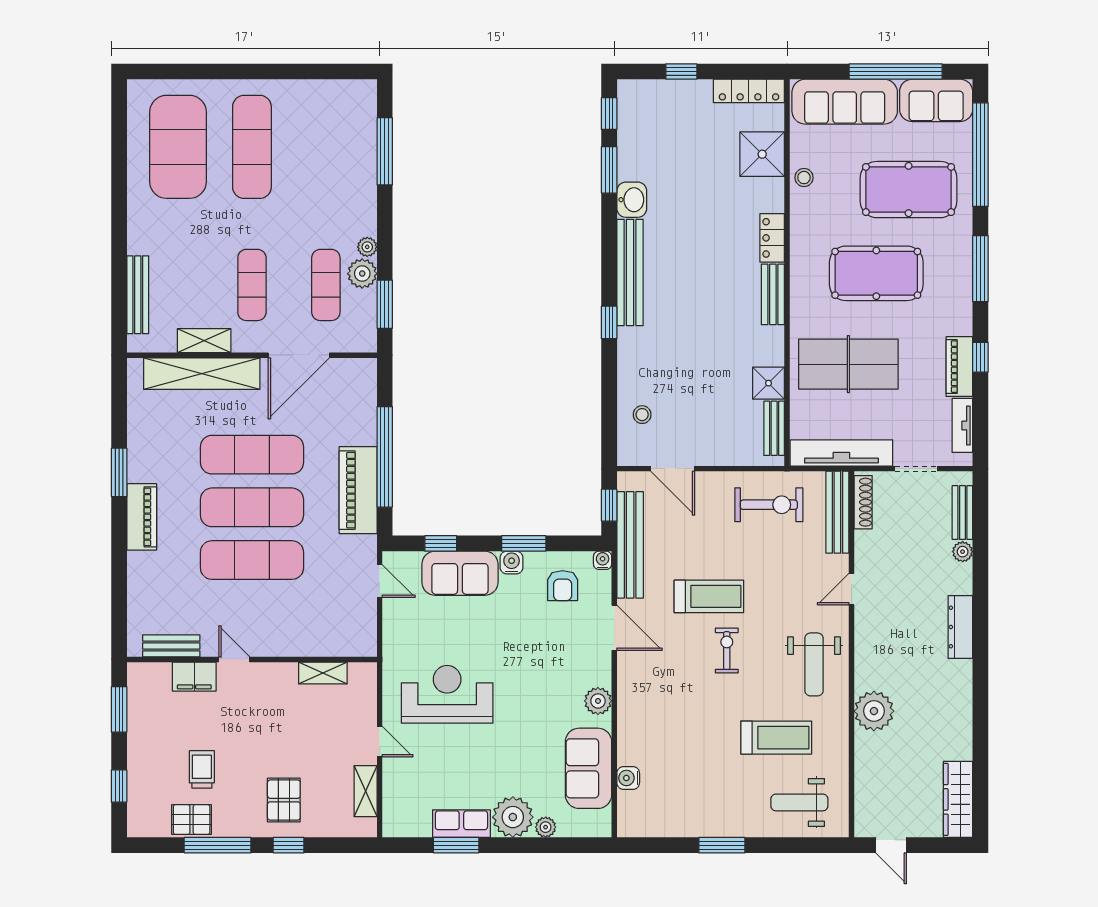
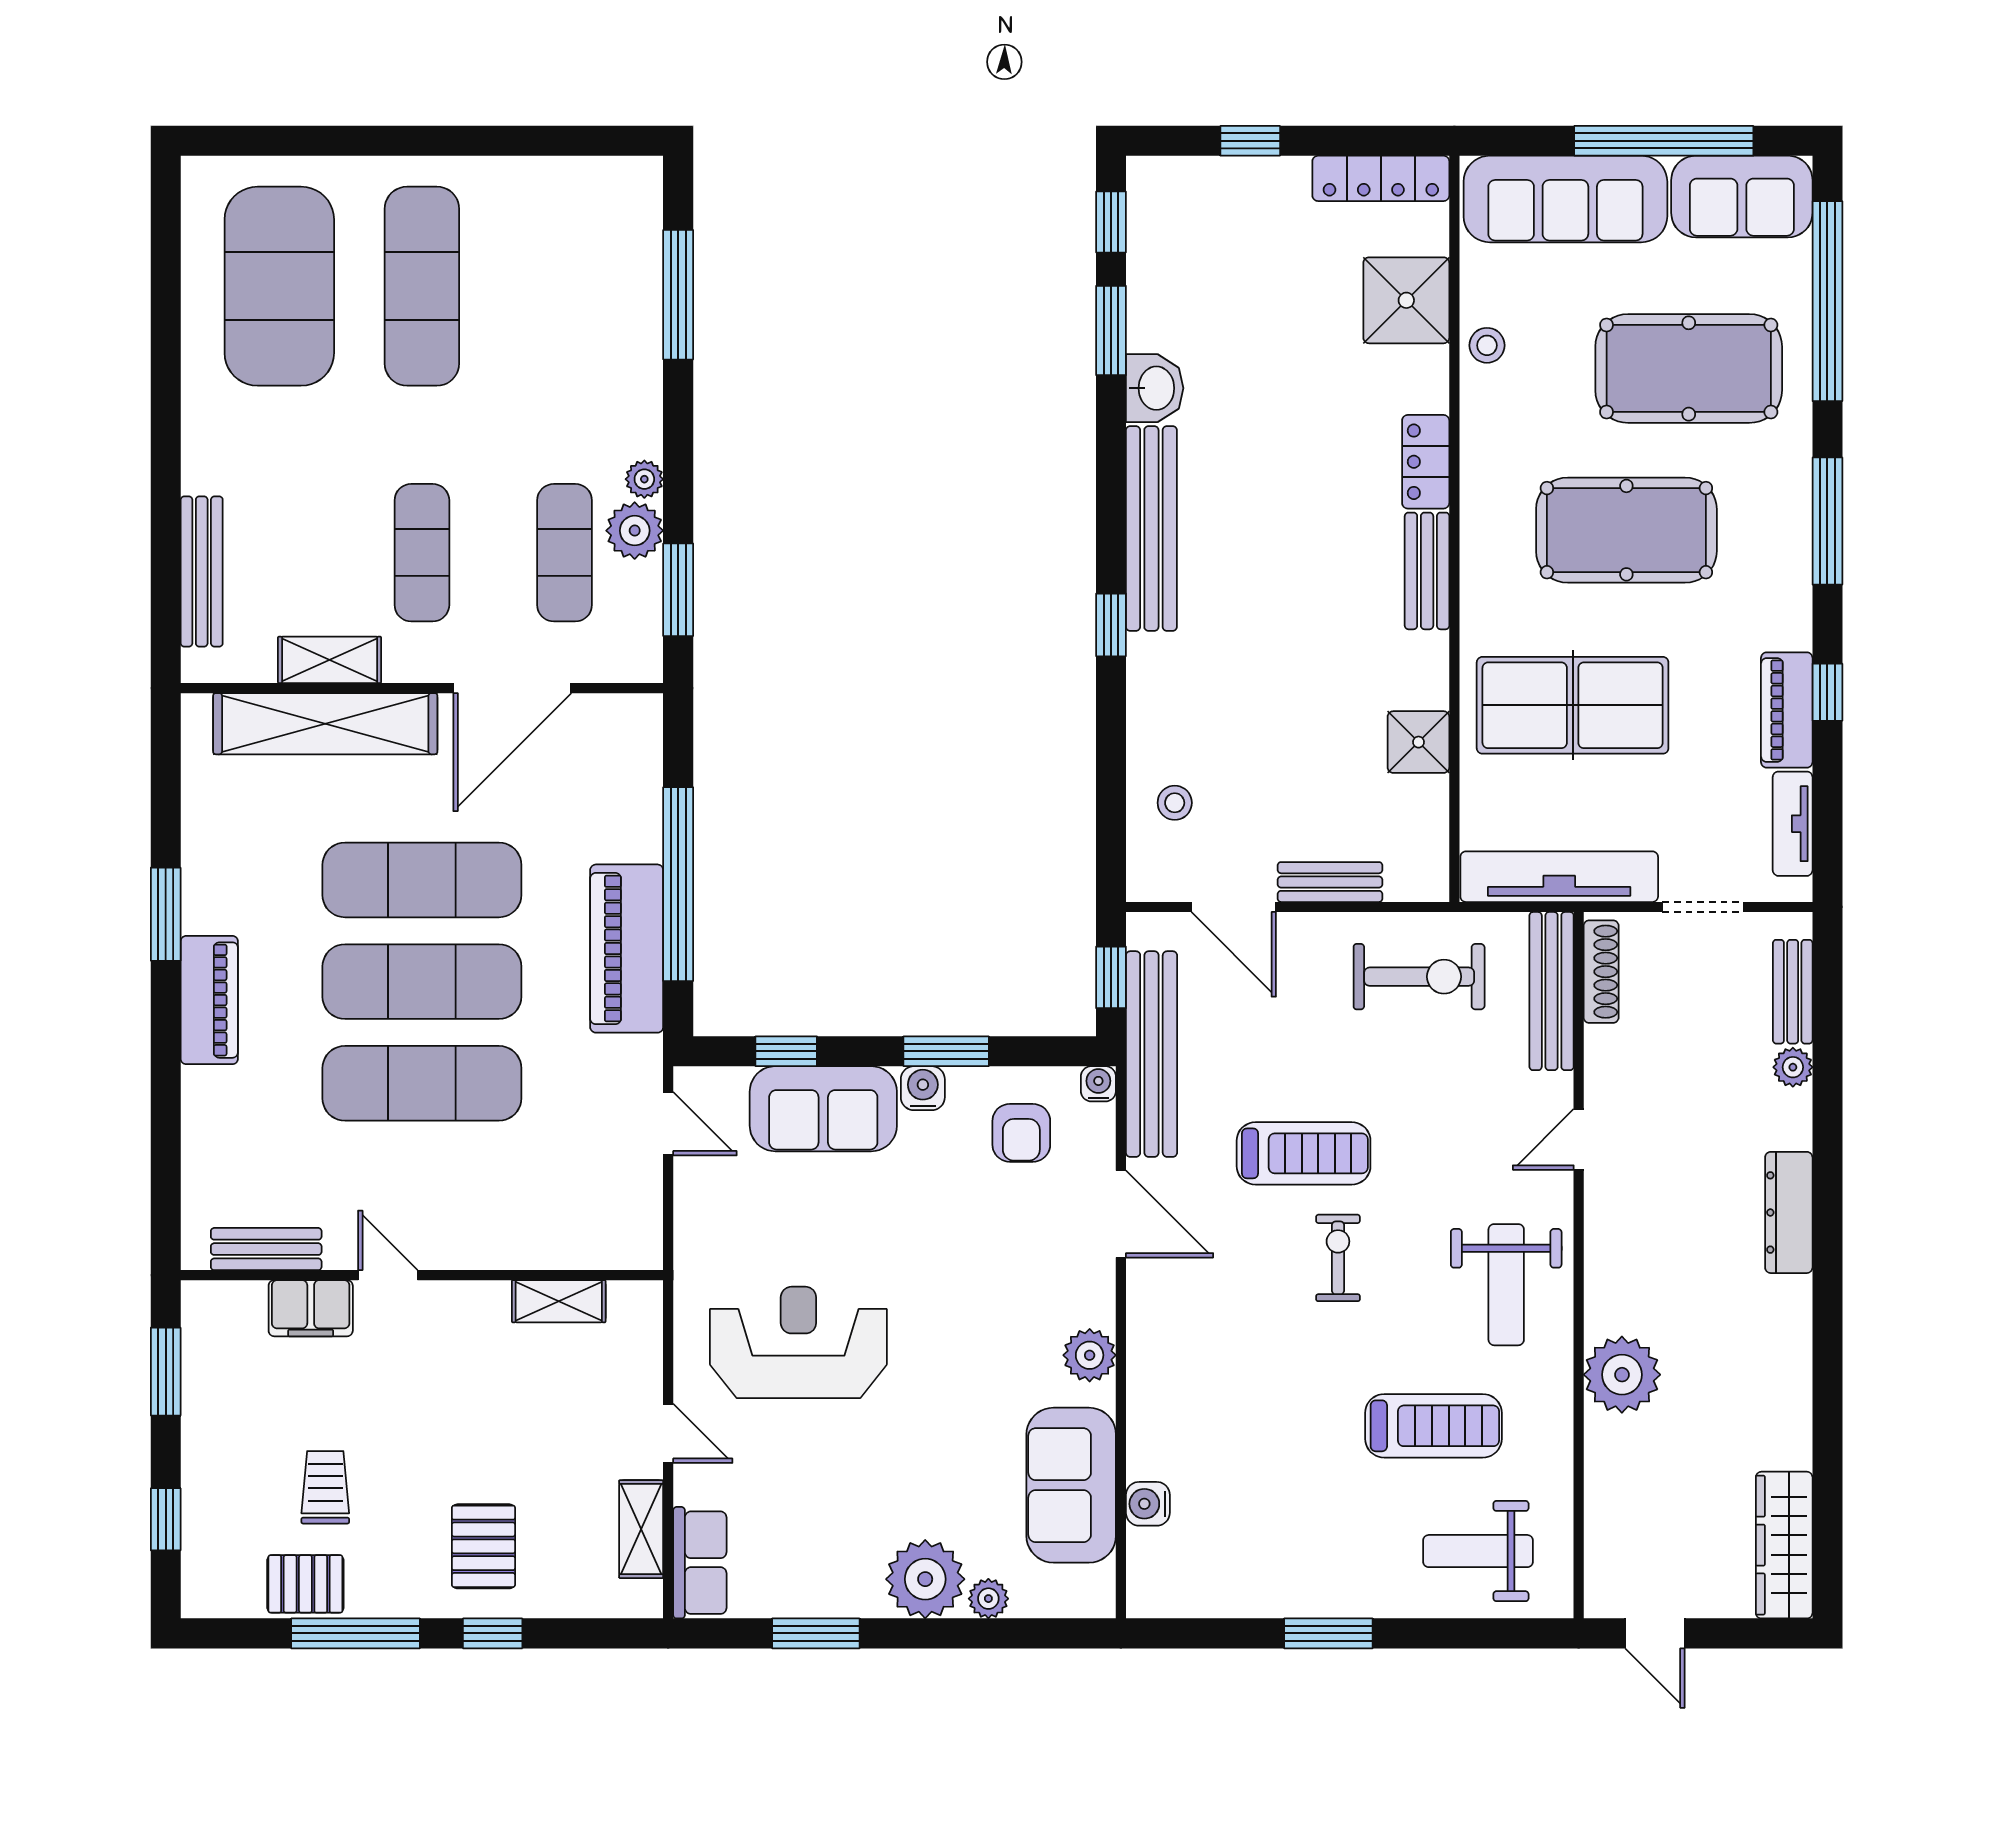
bench: (774, 428) -> (1330, 882), moved, turned 90
row of seats: (461, 824) -> (700, 1563), moved, turned 90

